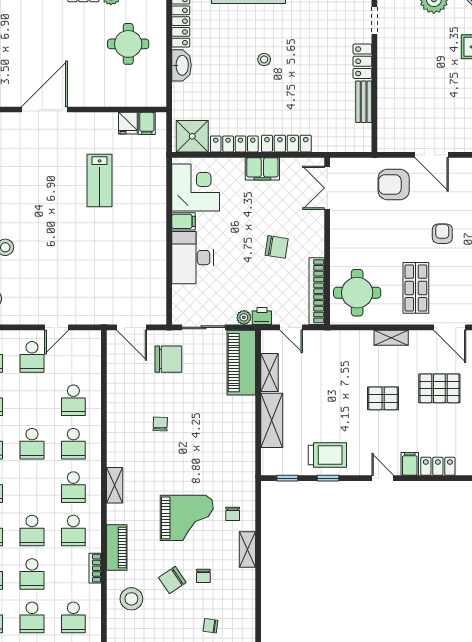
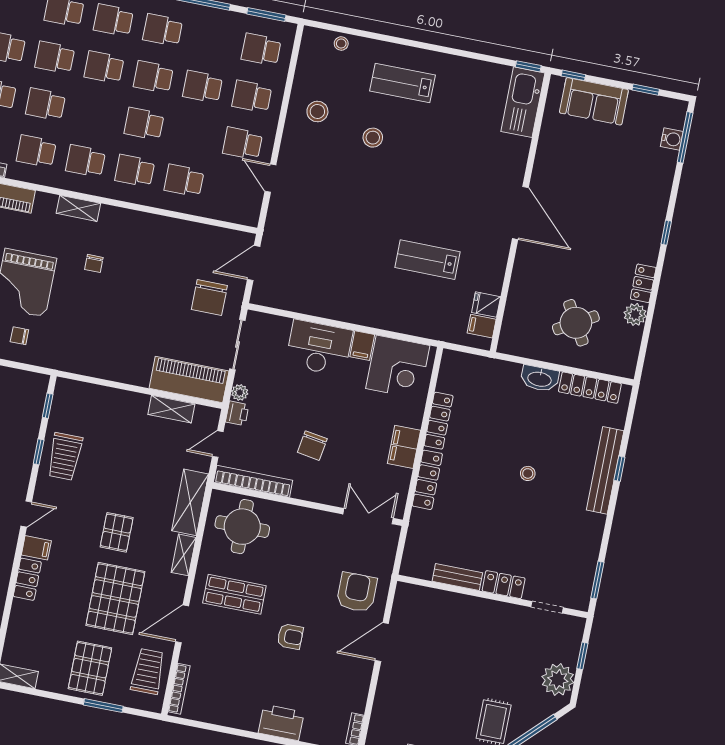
round table: (128, 44) -> (576, 323), turned -30
shower: (192, 136) -> (457, 375), removed
pallet: (439, 388) -> (115, 598), width x1.37, depth x1.41
shelving: (272, 420) -> (190, 502), moved, turned 90
chair: (160, 424) -> (94, 263), moved, turned 88

